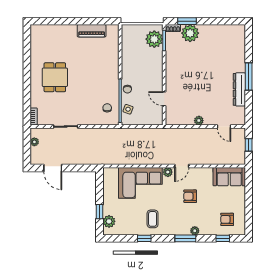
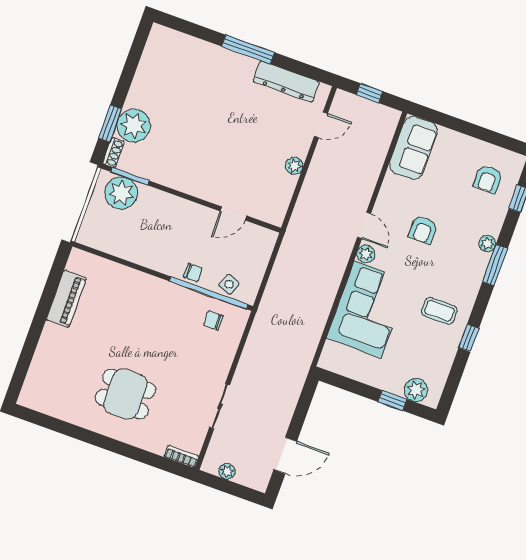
dresser: (239, 89) -> (286, 82), moved

